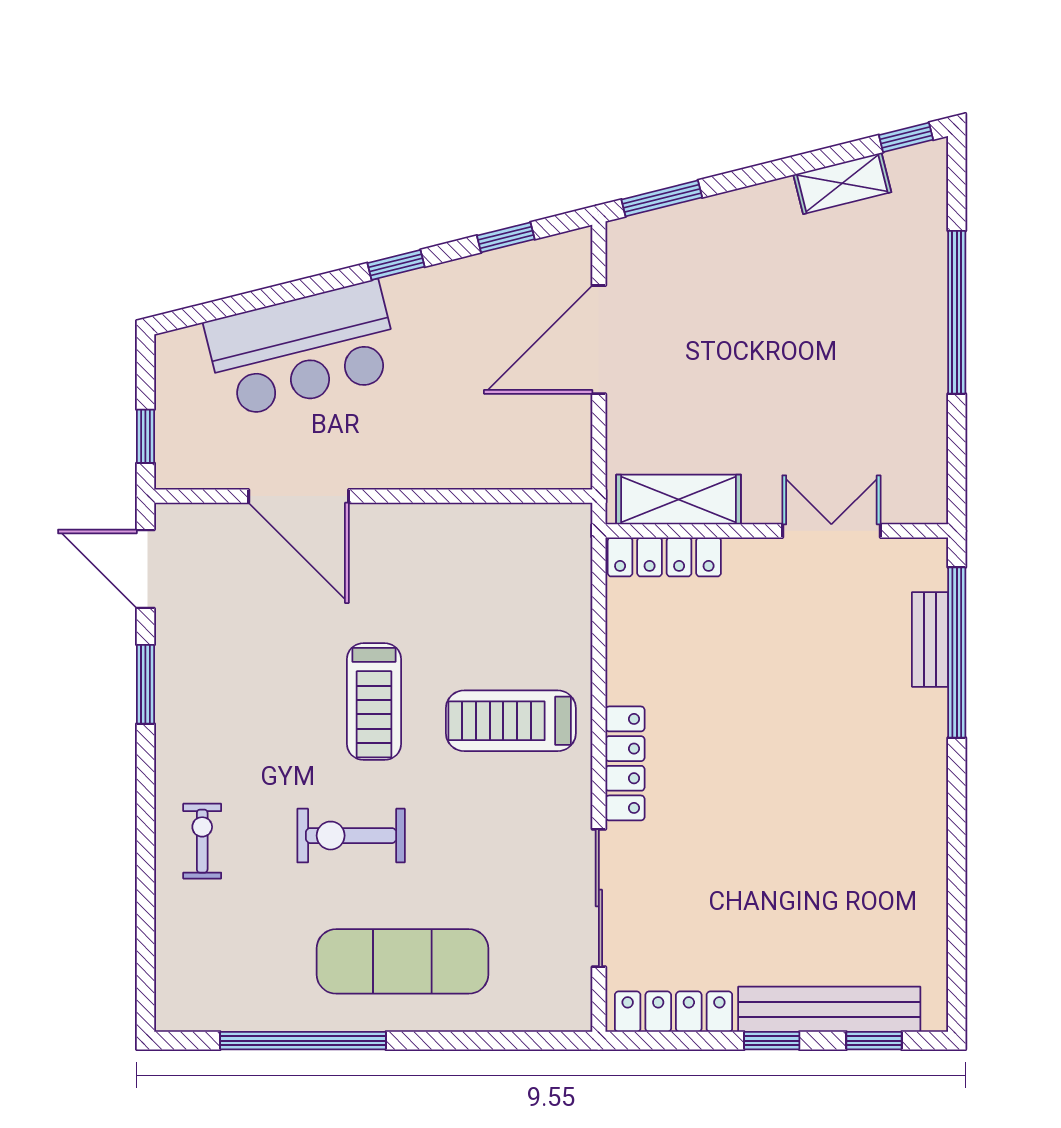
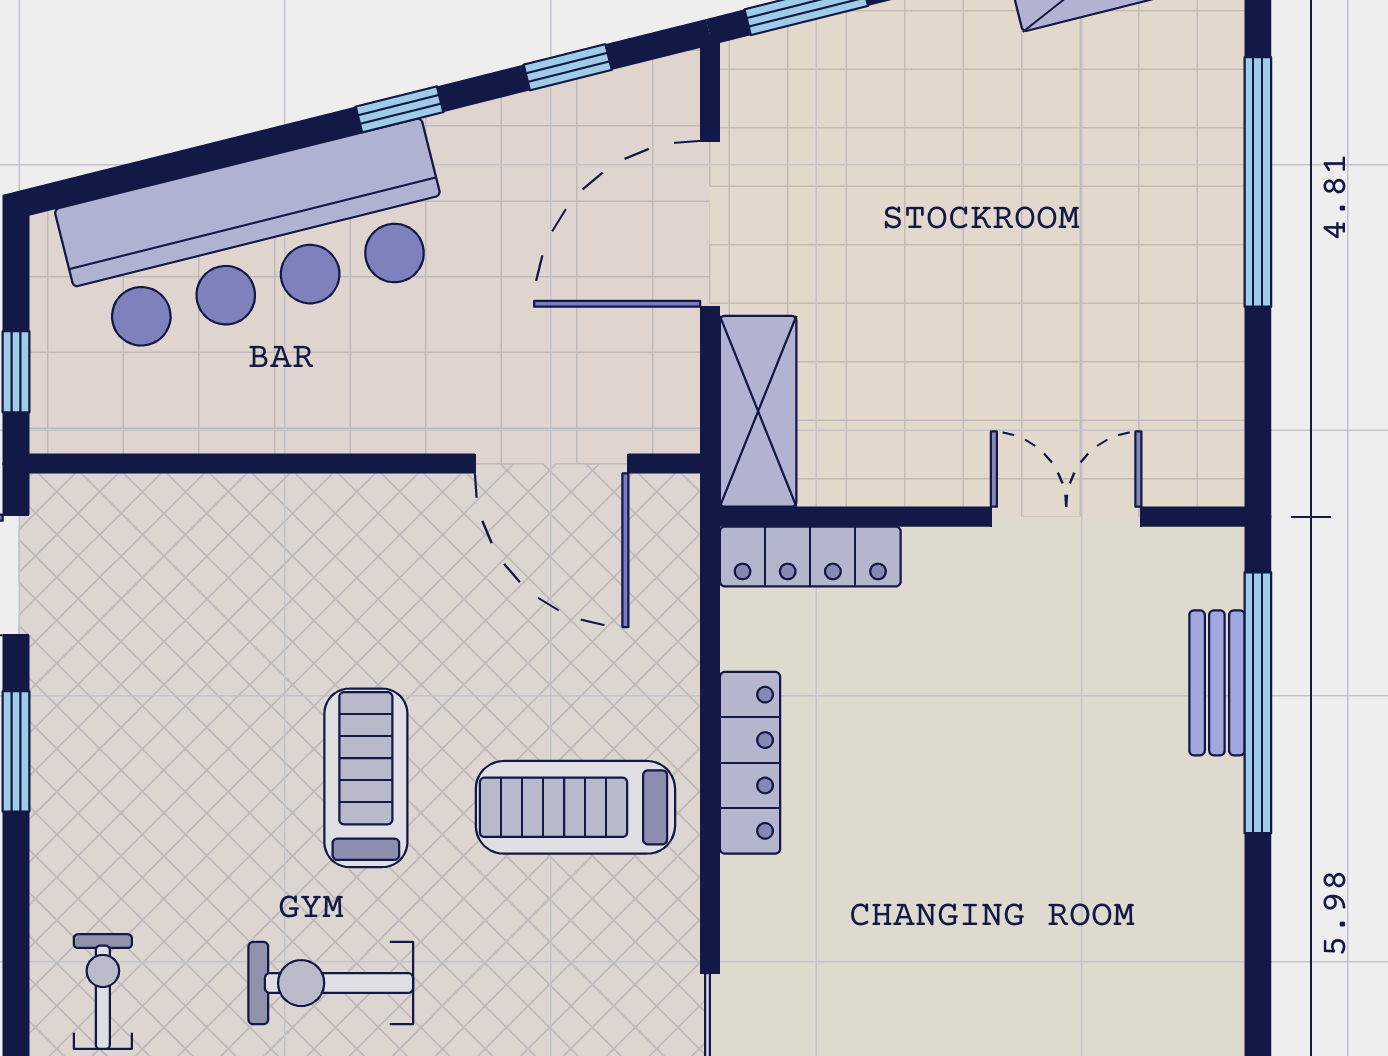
bar counter: (302, 349) -> (256, 238), width x1.36
door: (299, 496) -> (552, 464), moved
shelving: (679, 499) -> (758, 411), moved, turned 90
treadmill: (374, 702) -> (366, 778), turned 180
locker: (625, 763) -> (750, 763), moved

